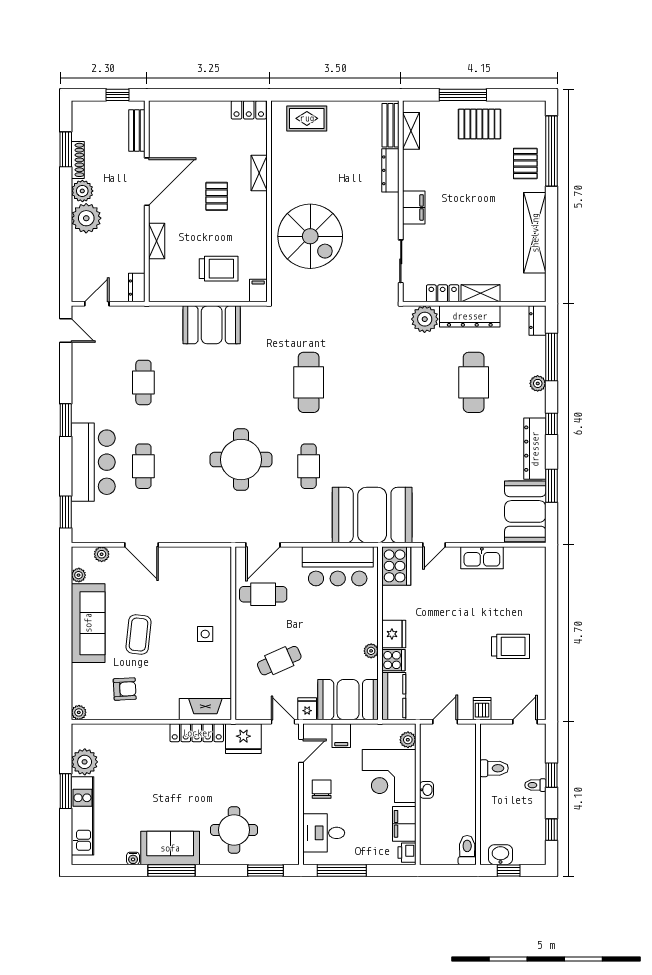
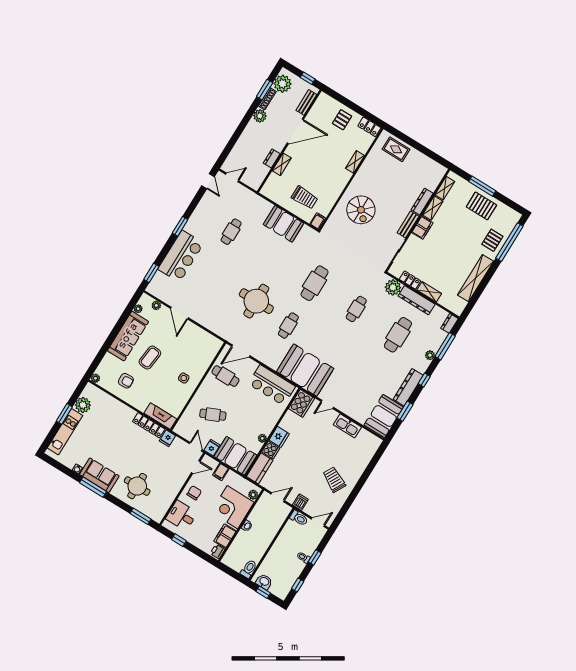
bench: (391, 125) -> (408, 224), moved
shelving: (411, 170) -> (433, 208), added
pallet: (217, 196) -> (342, 120), moved
plant: (86, 218) -> (283, 84), moved
spiral stairs: (310, 236) -> (361, 210), width x0.73, depth x0.73
dresser: (137, 288) -> (272, 158), moved
cafe table: (143, 466) -> (356, 309), moved
trolley: (510, 646) -> (334, 480), turned -152
fridge: (243, 739) -> (167, 438), width x0.53, depth x0.75
toilet: (494, 768) -> (299, 518), moved
window: (342, 870) -> (179, 540), width x0.46

